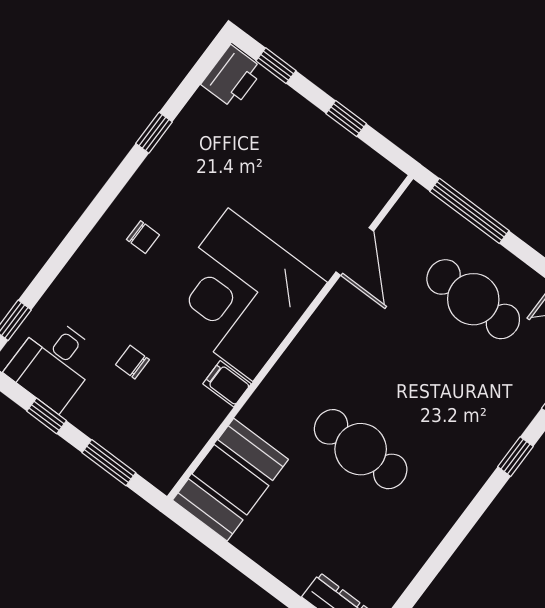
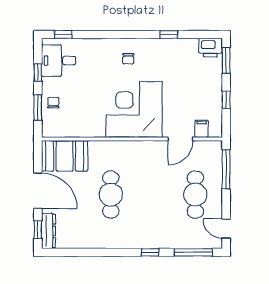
window: (276, 66) -> (226, 60), width x1.50
chair: (132, 362) -> (53, 103), moved
filing cabinet: (227, 384) -> (202, 129), moved
door: (257, 574) -> (38, 191), added

